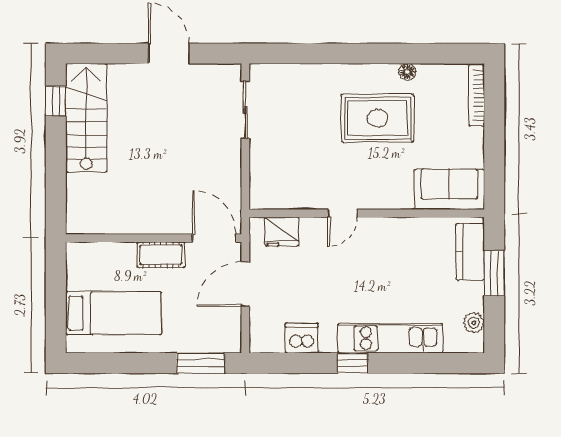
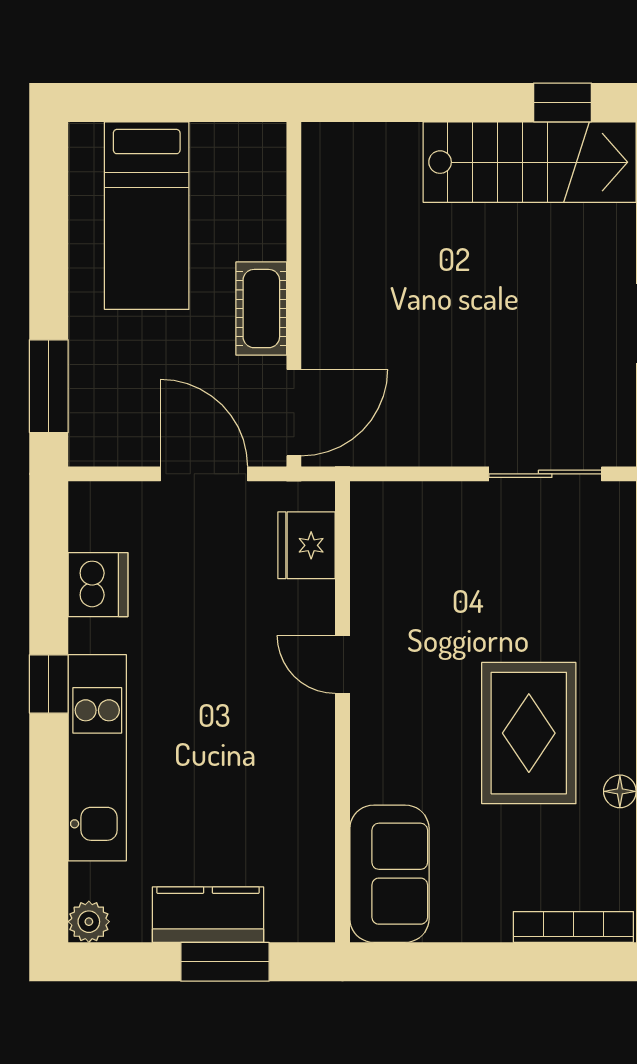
kitchen counter: (470, 252) -> (208, 915), moved
plant: (474, 323) -> (89, 922), moved

